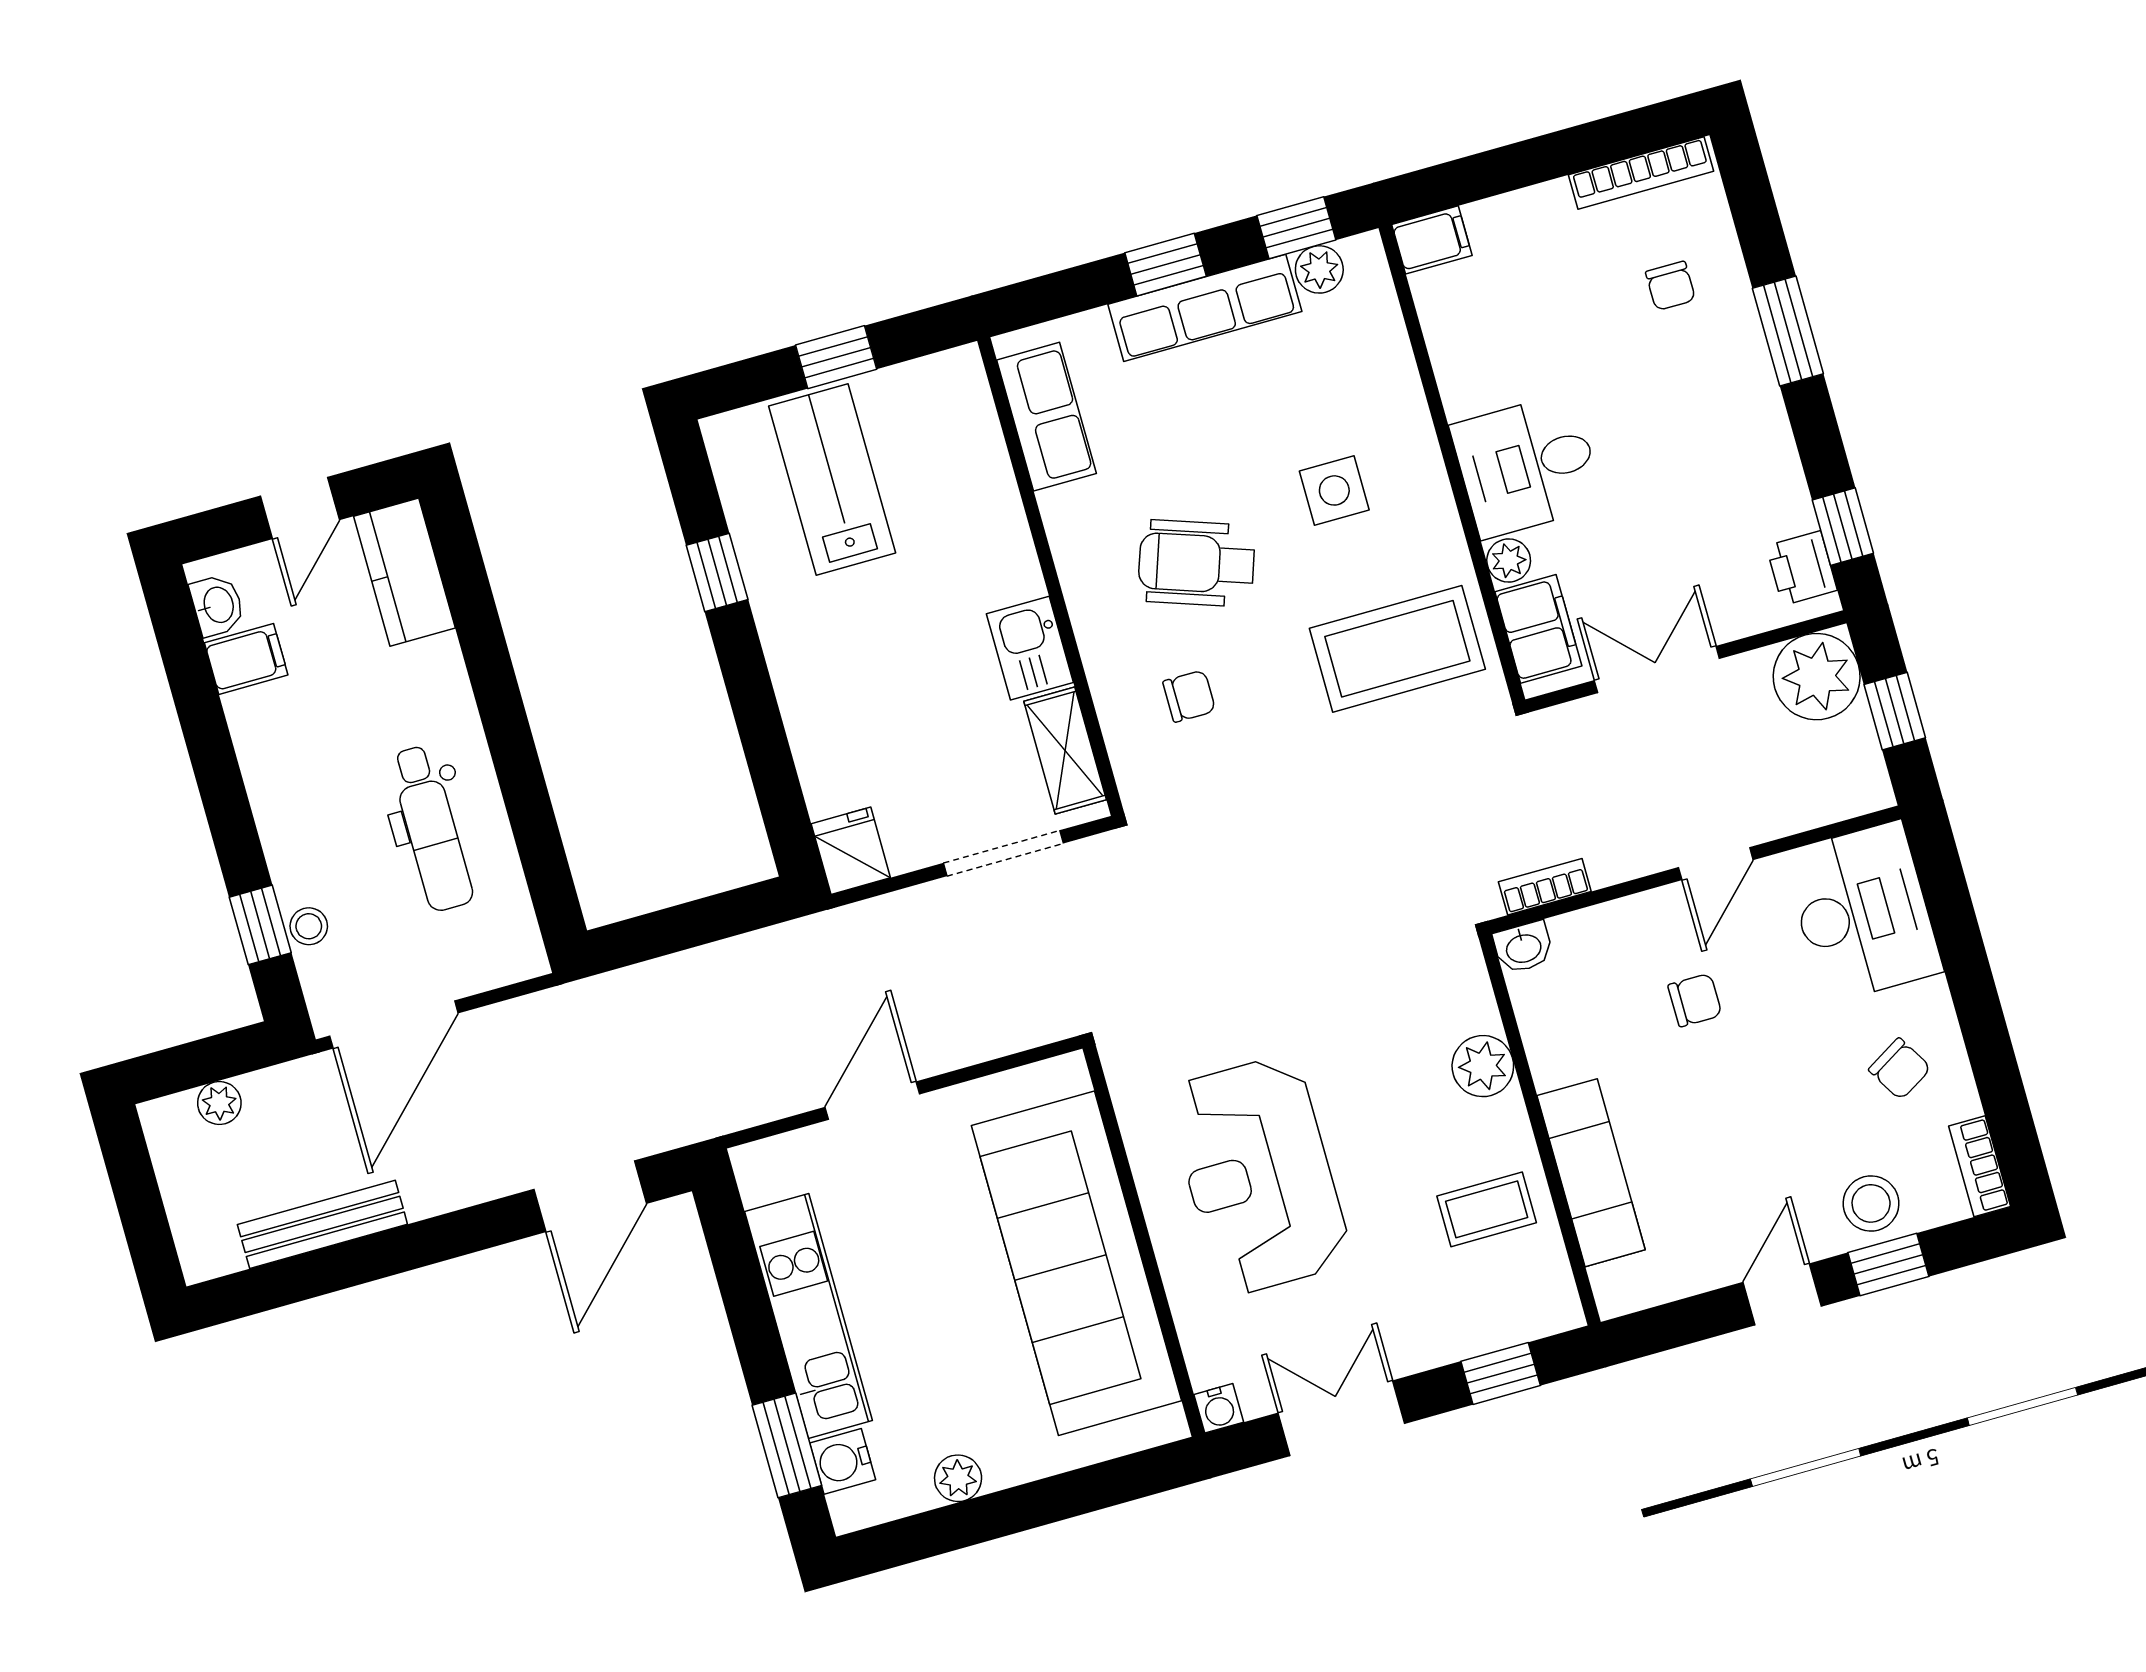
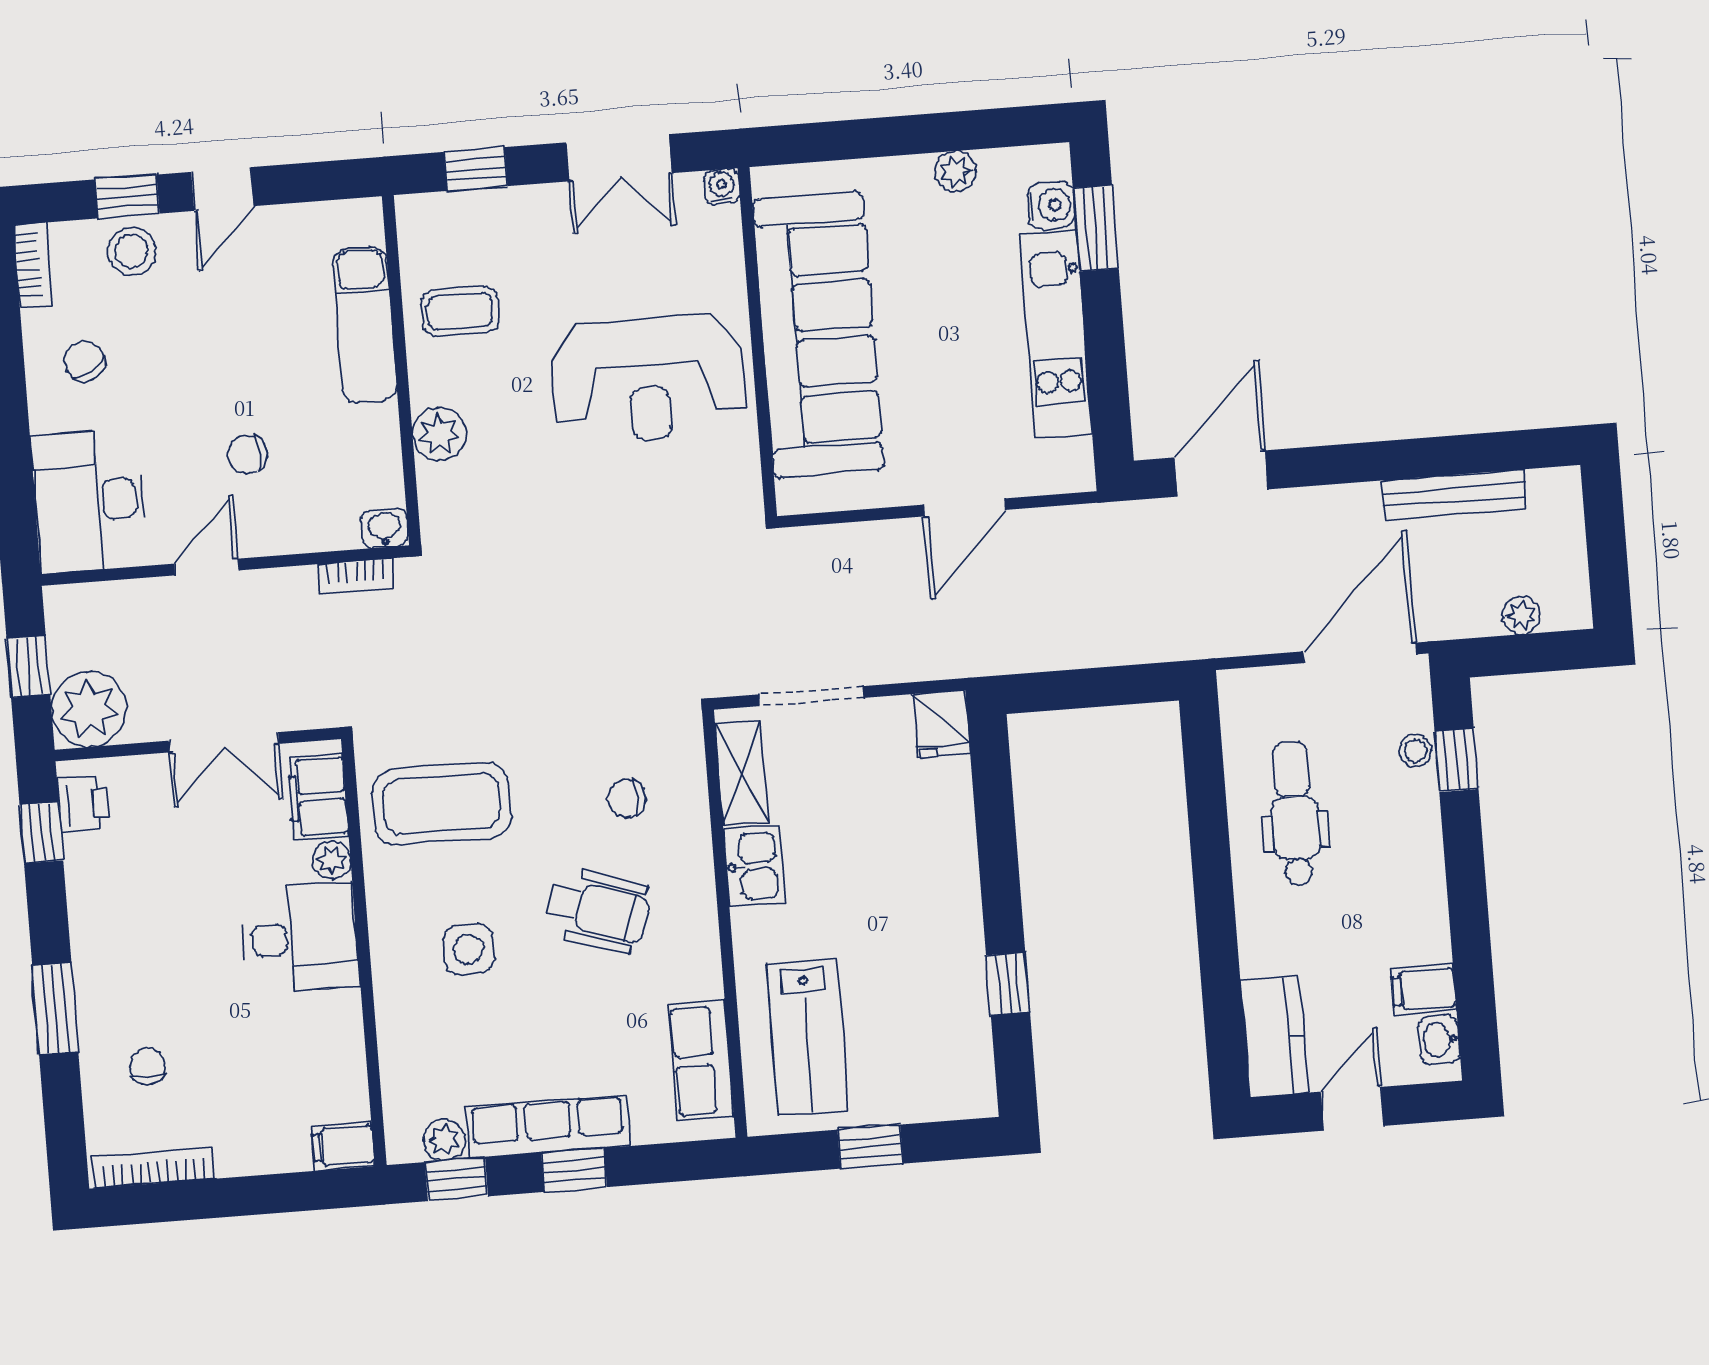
lab bench: (832, 479) -> (807, 1037), moved
reception desk: (1259, 1175) -> (648, 379), turned 90

